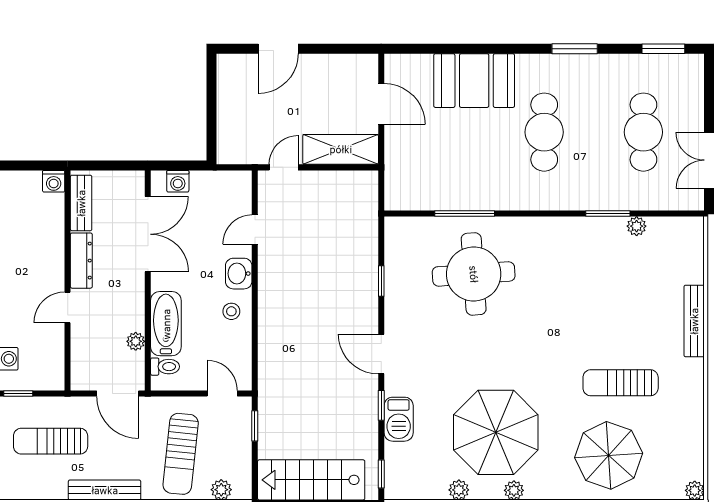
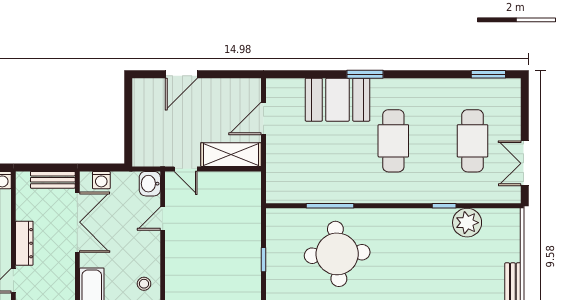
window: (575, 49) -> (365, 74), moved
door: (381, 104) -> (263, 118), swing flipped
door: (284, 167) -> (186, 169), swing flipped
bench: (81, 203) -> (53, 180), moved, turned 90
window: (608, 214) -> (444, 206), width x0.67
plant: (637, 226) -> (467, 223), width x1.88, depth x1.88
washbasin: (239, 274) -> (150, 184), moved

